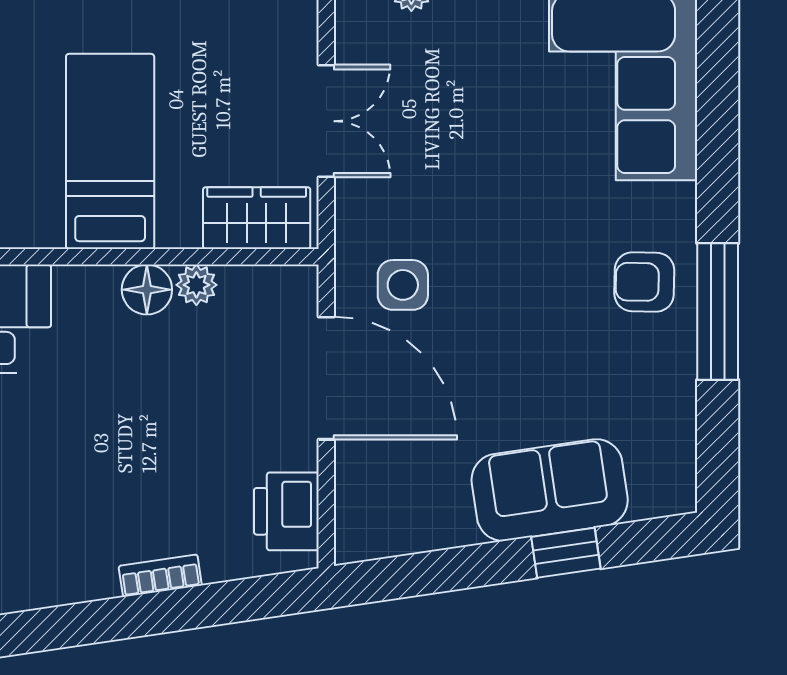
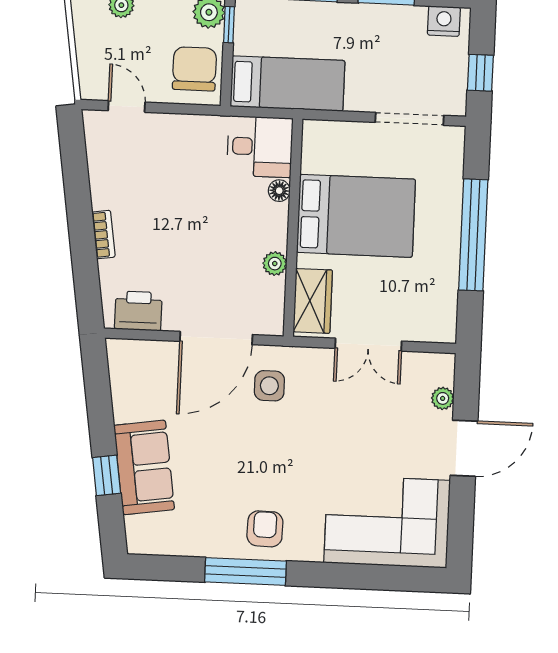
bed: (110, 151) -> (356, 216), width x1.50
floor lamp: (147, 290) -> (279, 191), moved, width x0.73, depth x0.73

